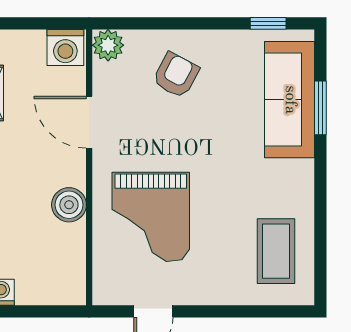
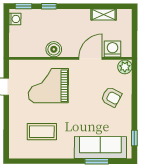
washing machine: (65, 48) -> (112, 49), moved, turned 90
coffee table: (276, 251) -> (42, 132), moved

